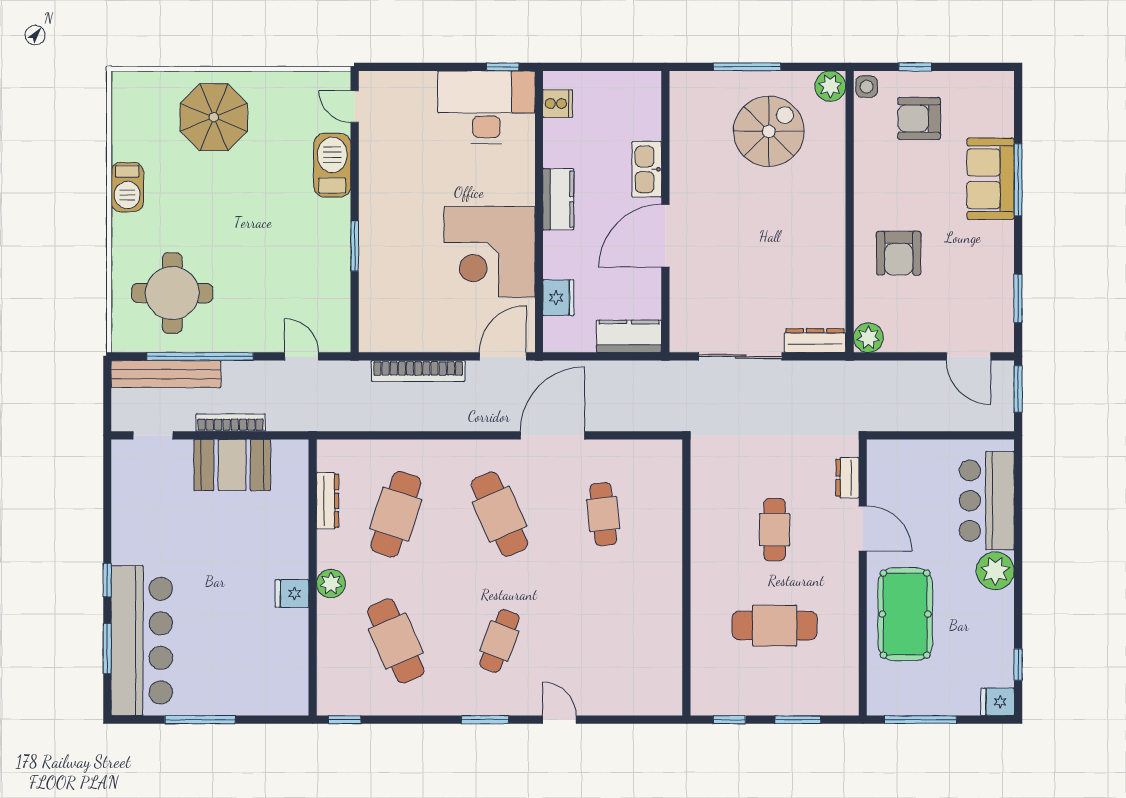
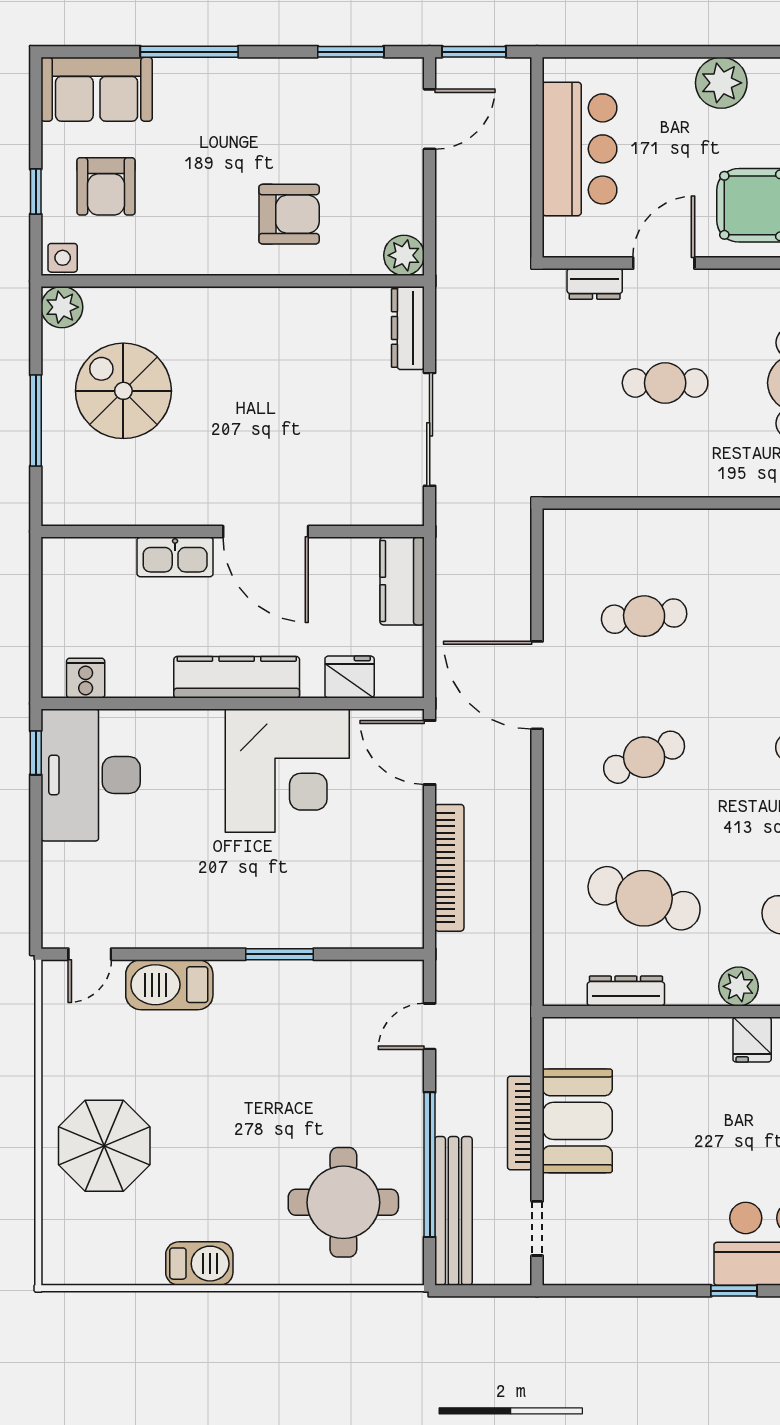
sofa: (991, 179) -> (97, 89), moved
kitchen counter: (558, 199) -> (237, 677), width x1.50
bar counter: (987, 501) -> (580, 149), moved, turned -90
cafe table: (499, 514) -> (644, 757), width x0.73, depth x0.74

